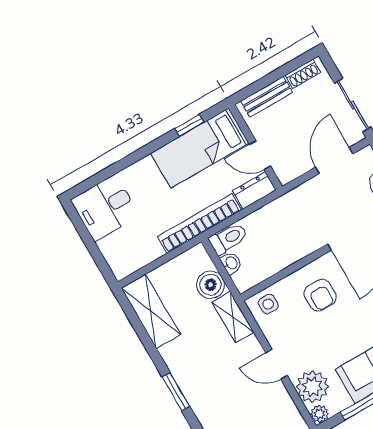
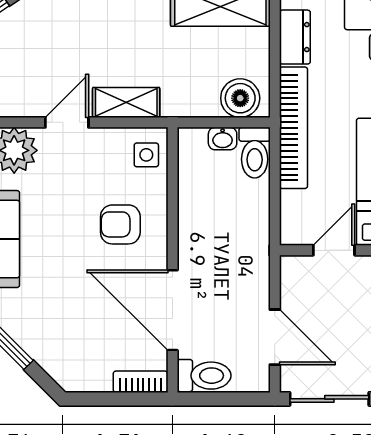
dresser: (254, 190) -> (295, 37), moved
boiler: (211, 285) -> (240, 98), moved
shelving: (233, 317) -> (126, 103), moved

